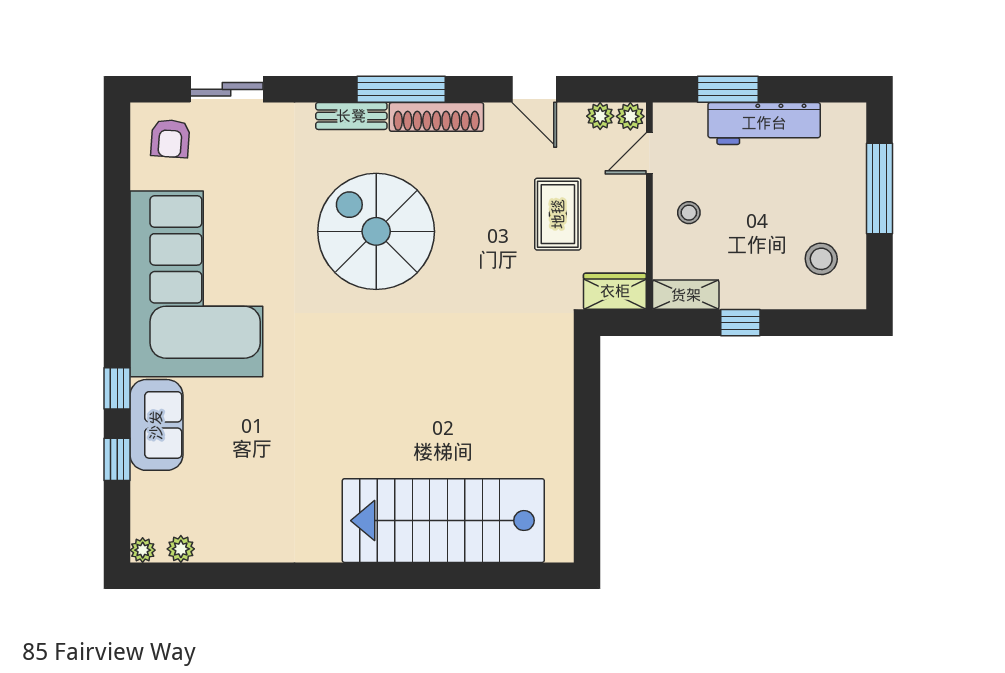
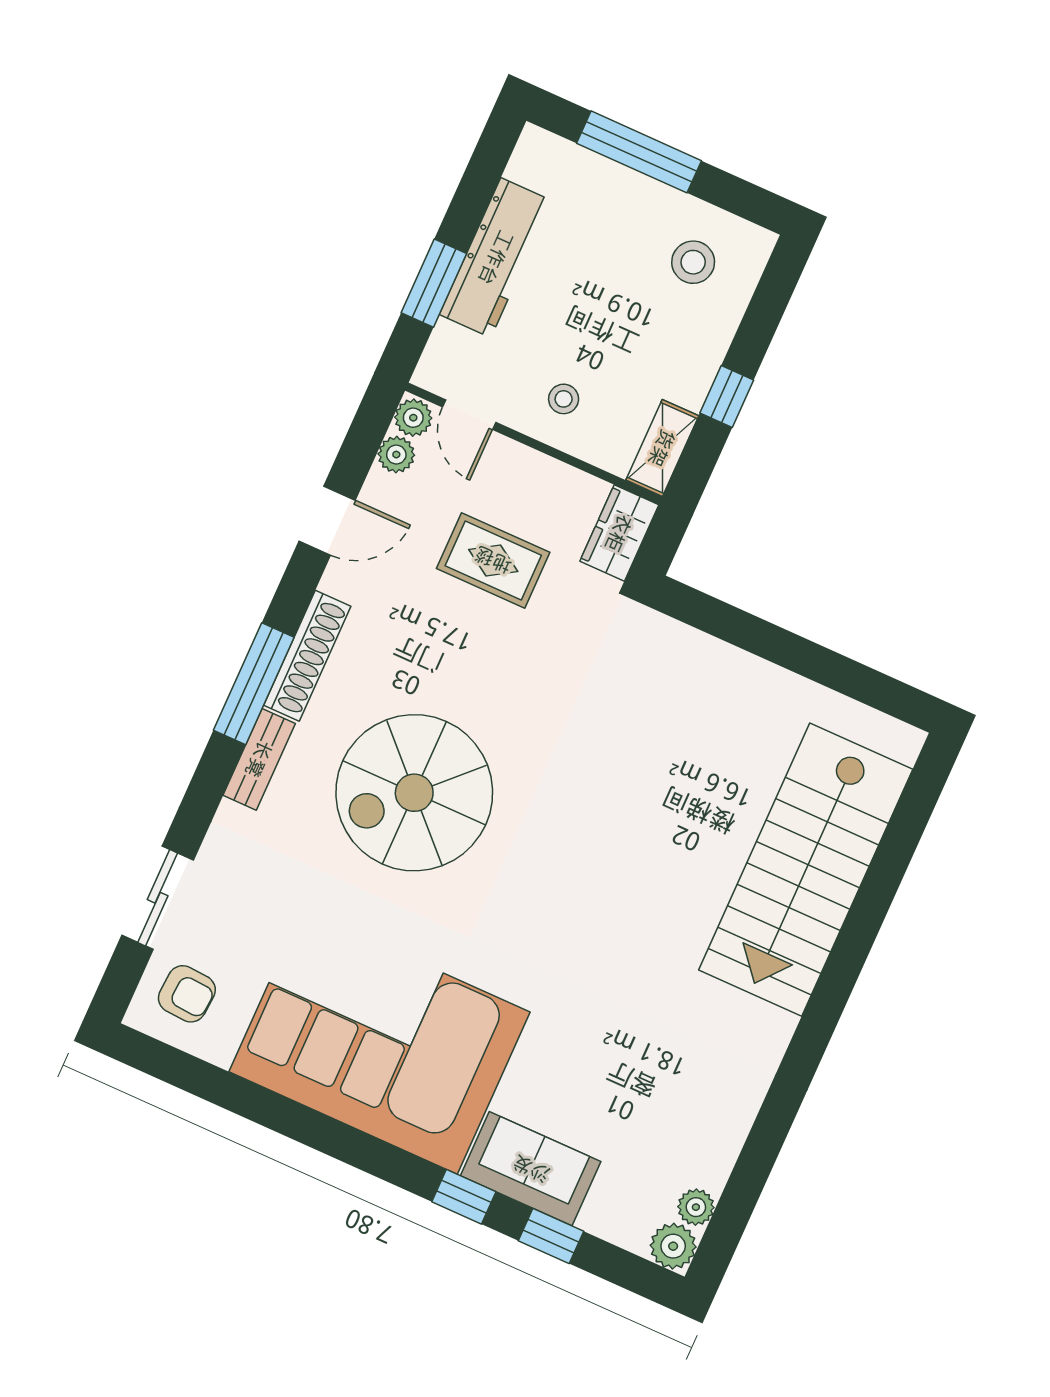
plant: (143, 550) -> (673, 1246), width x1.38, depth x1.38

